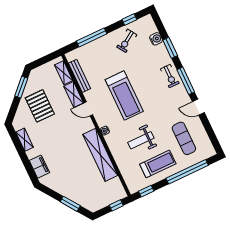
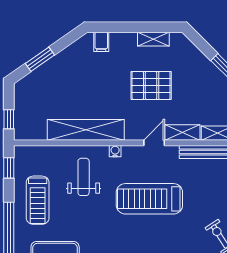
pallet: (40, 106) -> (151, 85), moved
weight bench: (141, 140) -> (84, 177), moved
filing cabinet: (39, 167) -> (101, 42), width x0.50

